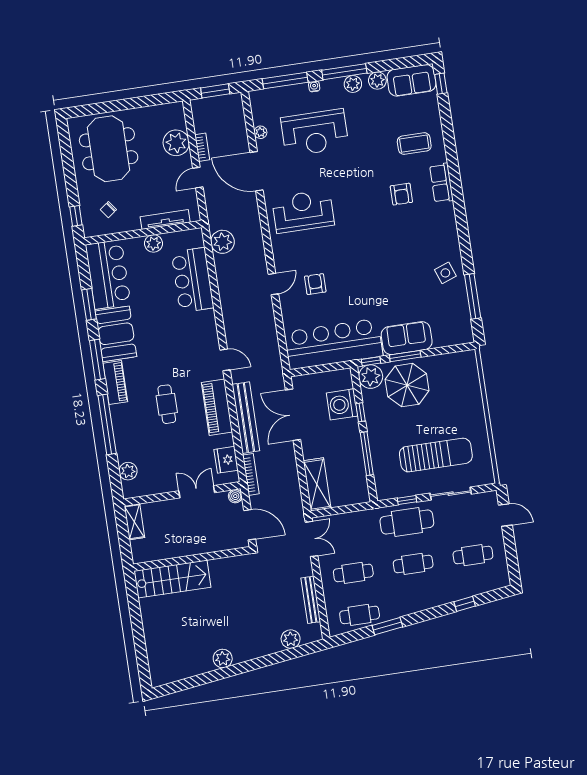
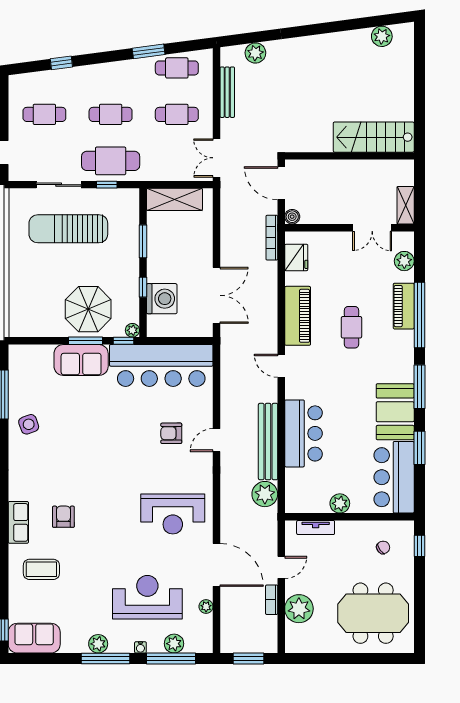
plant: (377, 81) -> (174, 644), moved
meeting table: (109, 149) -> (373, 613), turned 90
tv unit: (165, 219) -> (316, 528), width x0.71
bar counter: (193, 280) -> (303, 433), moved
armchair: (315, 284) -> (171, 433), turned 90
plant: (371, 377) -> (132, 330), width x0.53, depth x0.53
piano: (115, 382) -> (404, 306), moved
bench: (246, 418) -> (268, 442), moved
window: (367, 454) -> (143, 241), width x0.69
shelving: (317, 484) -> (174, 199), moved, turned 90
double door: (197, 492) -> (372, 228), moved
plant: (223, 659) -> (382, 36), moved

